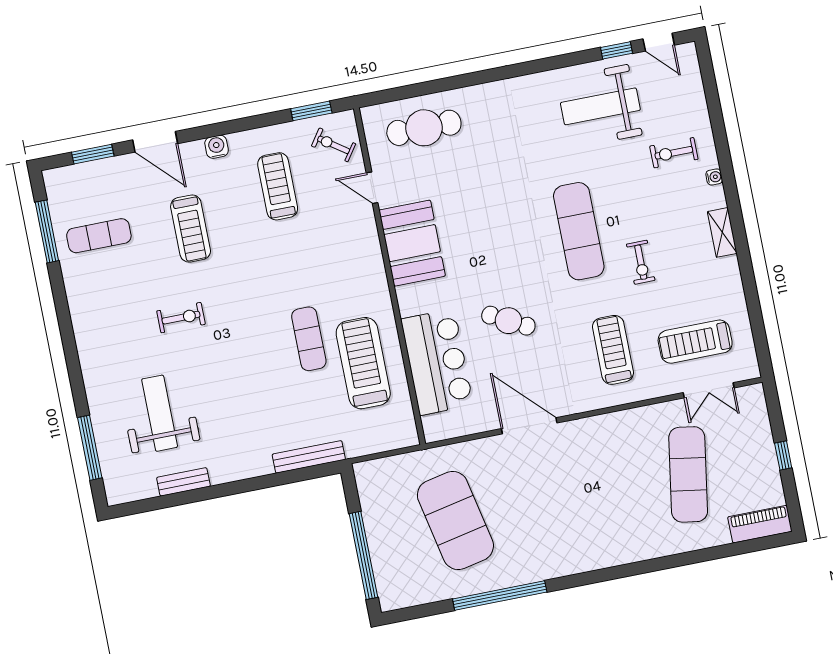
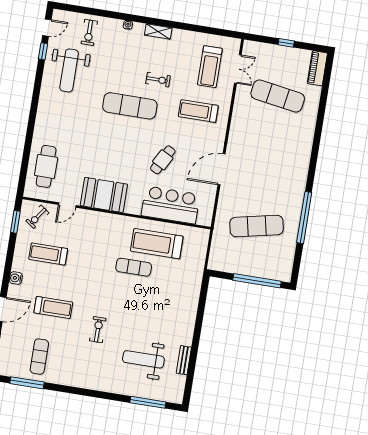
exercise bike: (674, 153) -> (89, 32), moved
bench: (309, 457) -> (195, 290), removed
exercise mat: (455, 521) -> (257, 226), width x0.68

